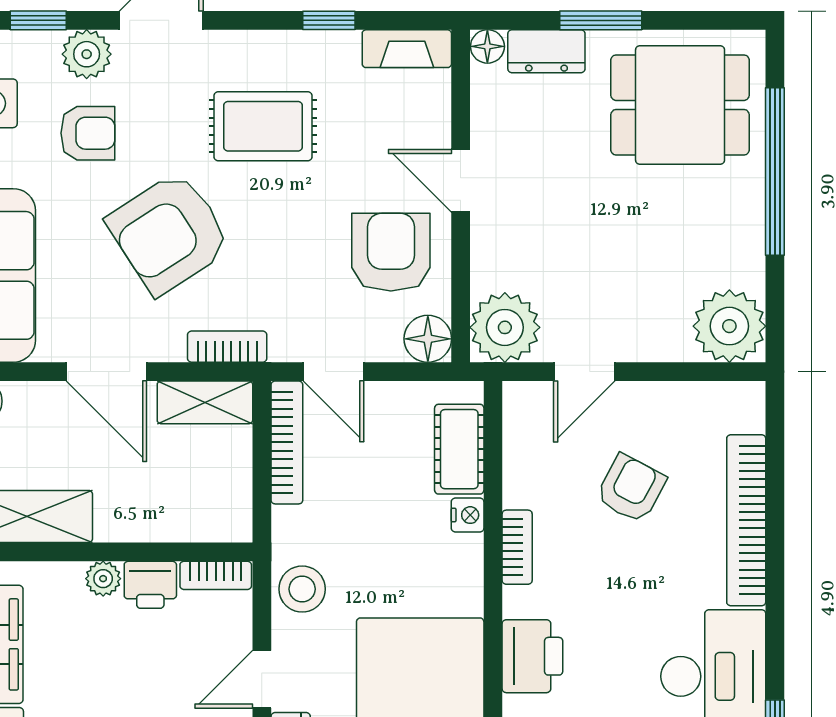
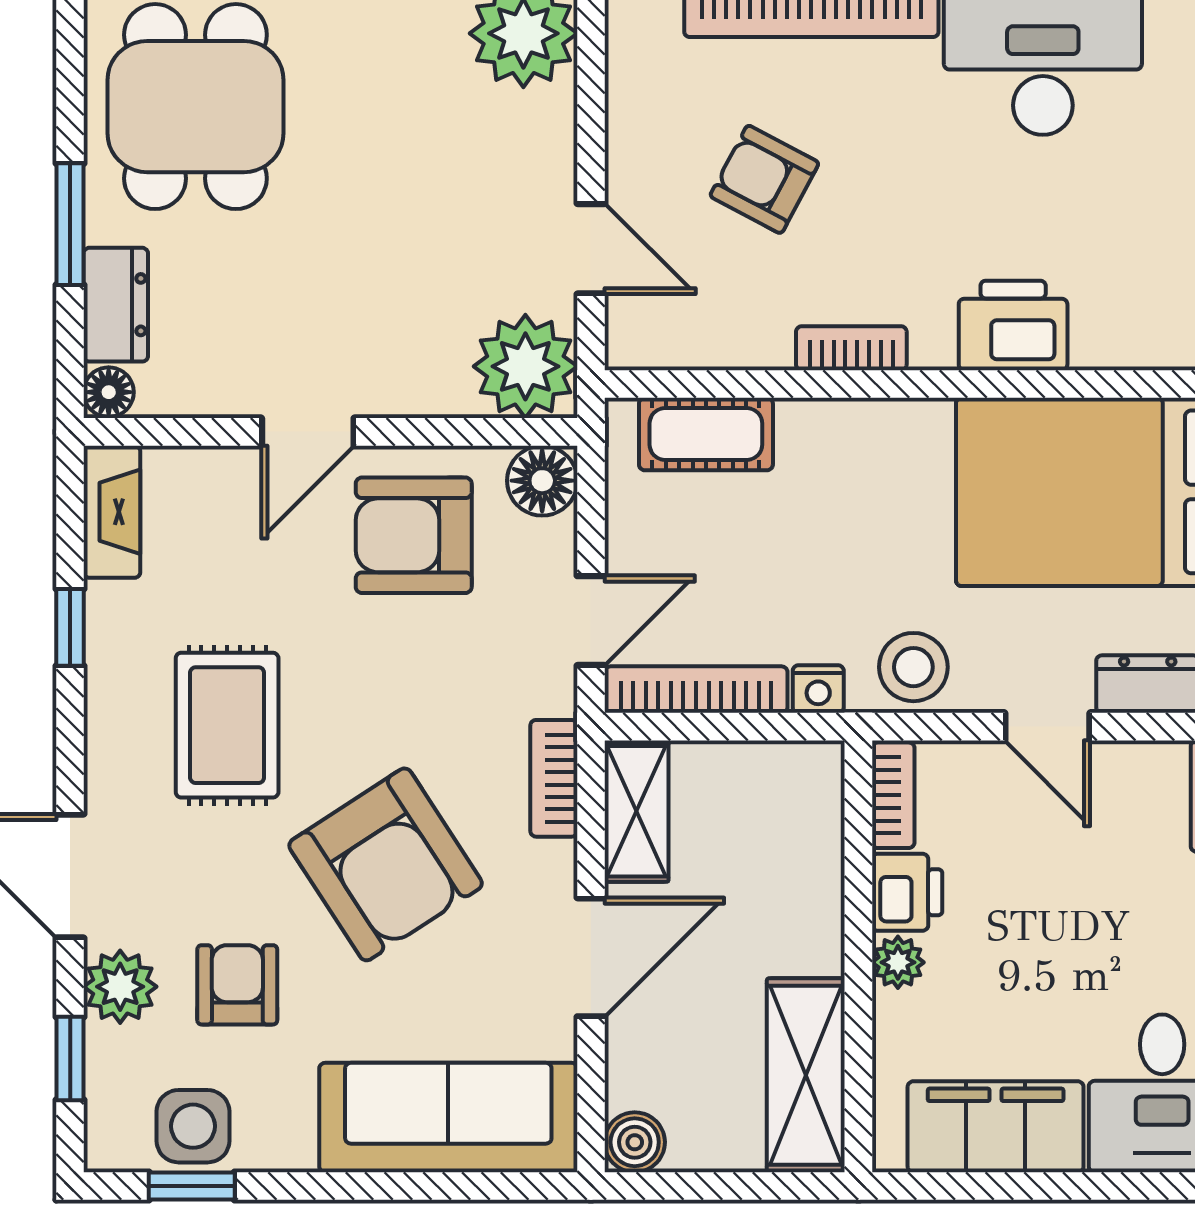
nightstand: (468, 515) -> (818, 689), moved, turned 180

